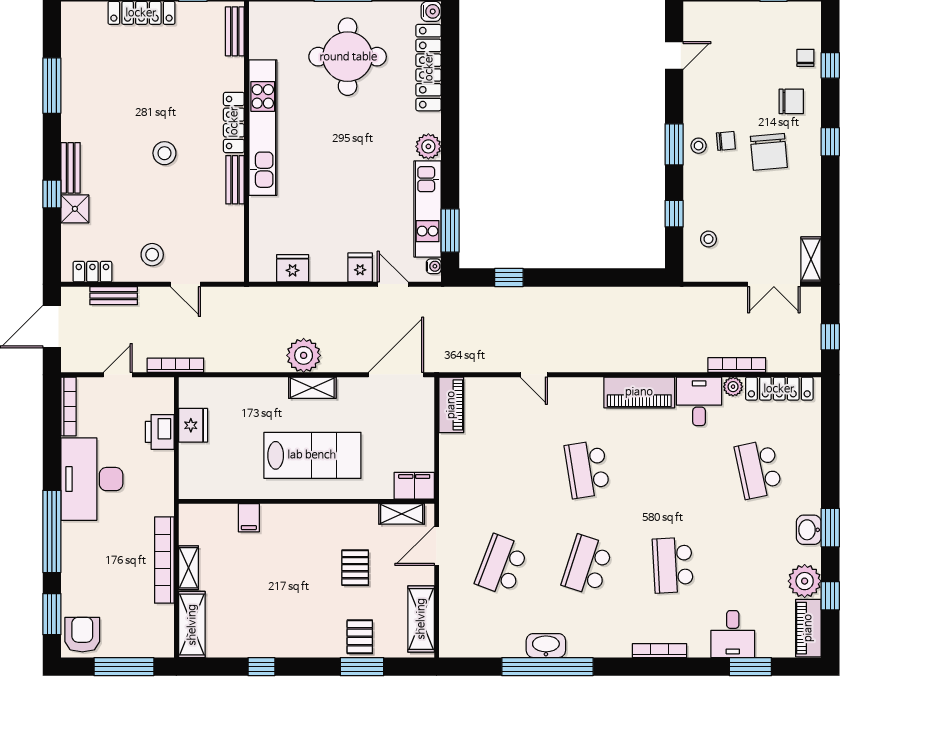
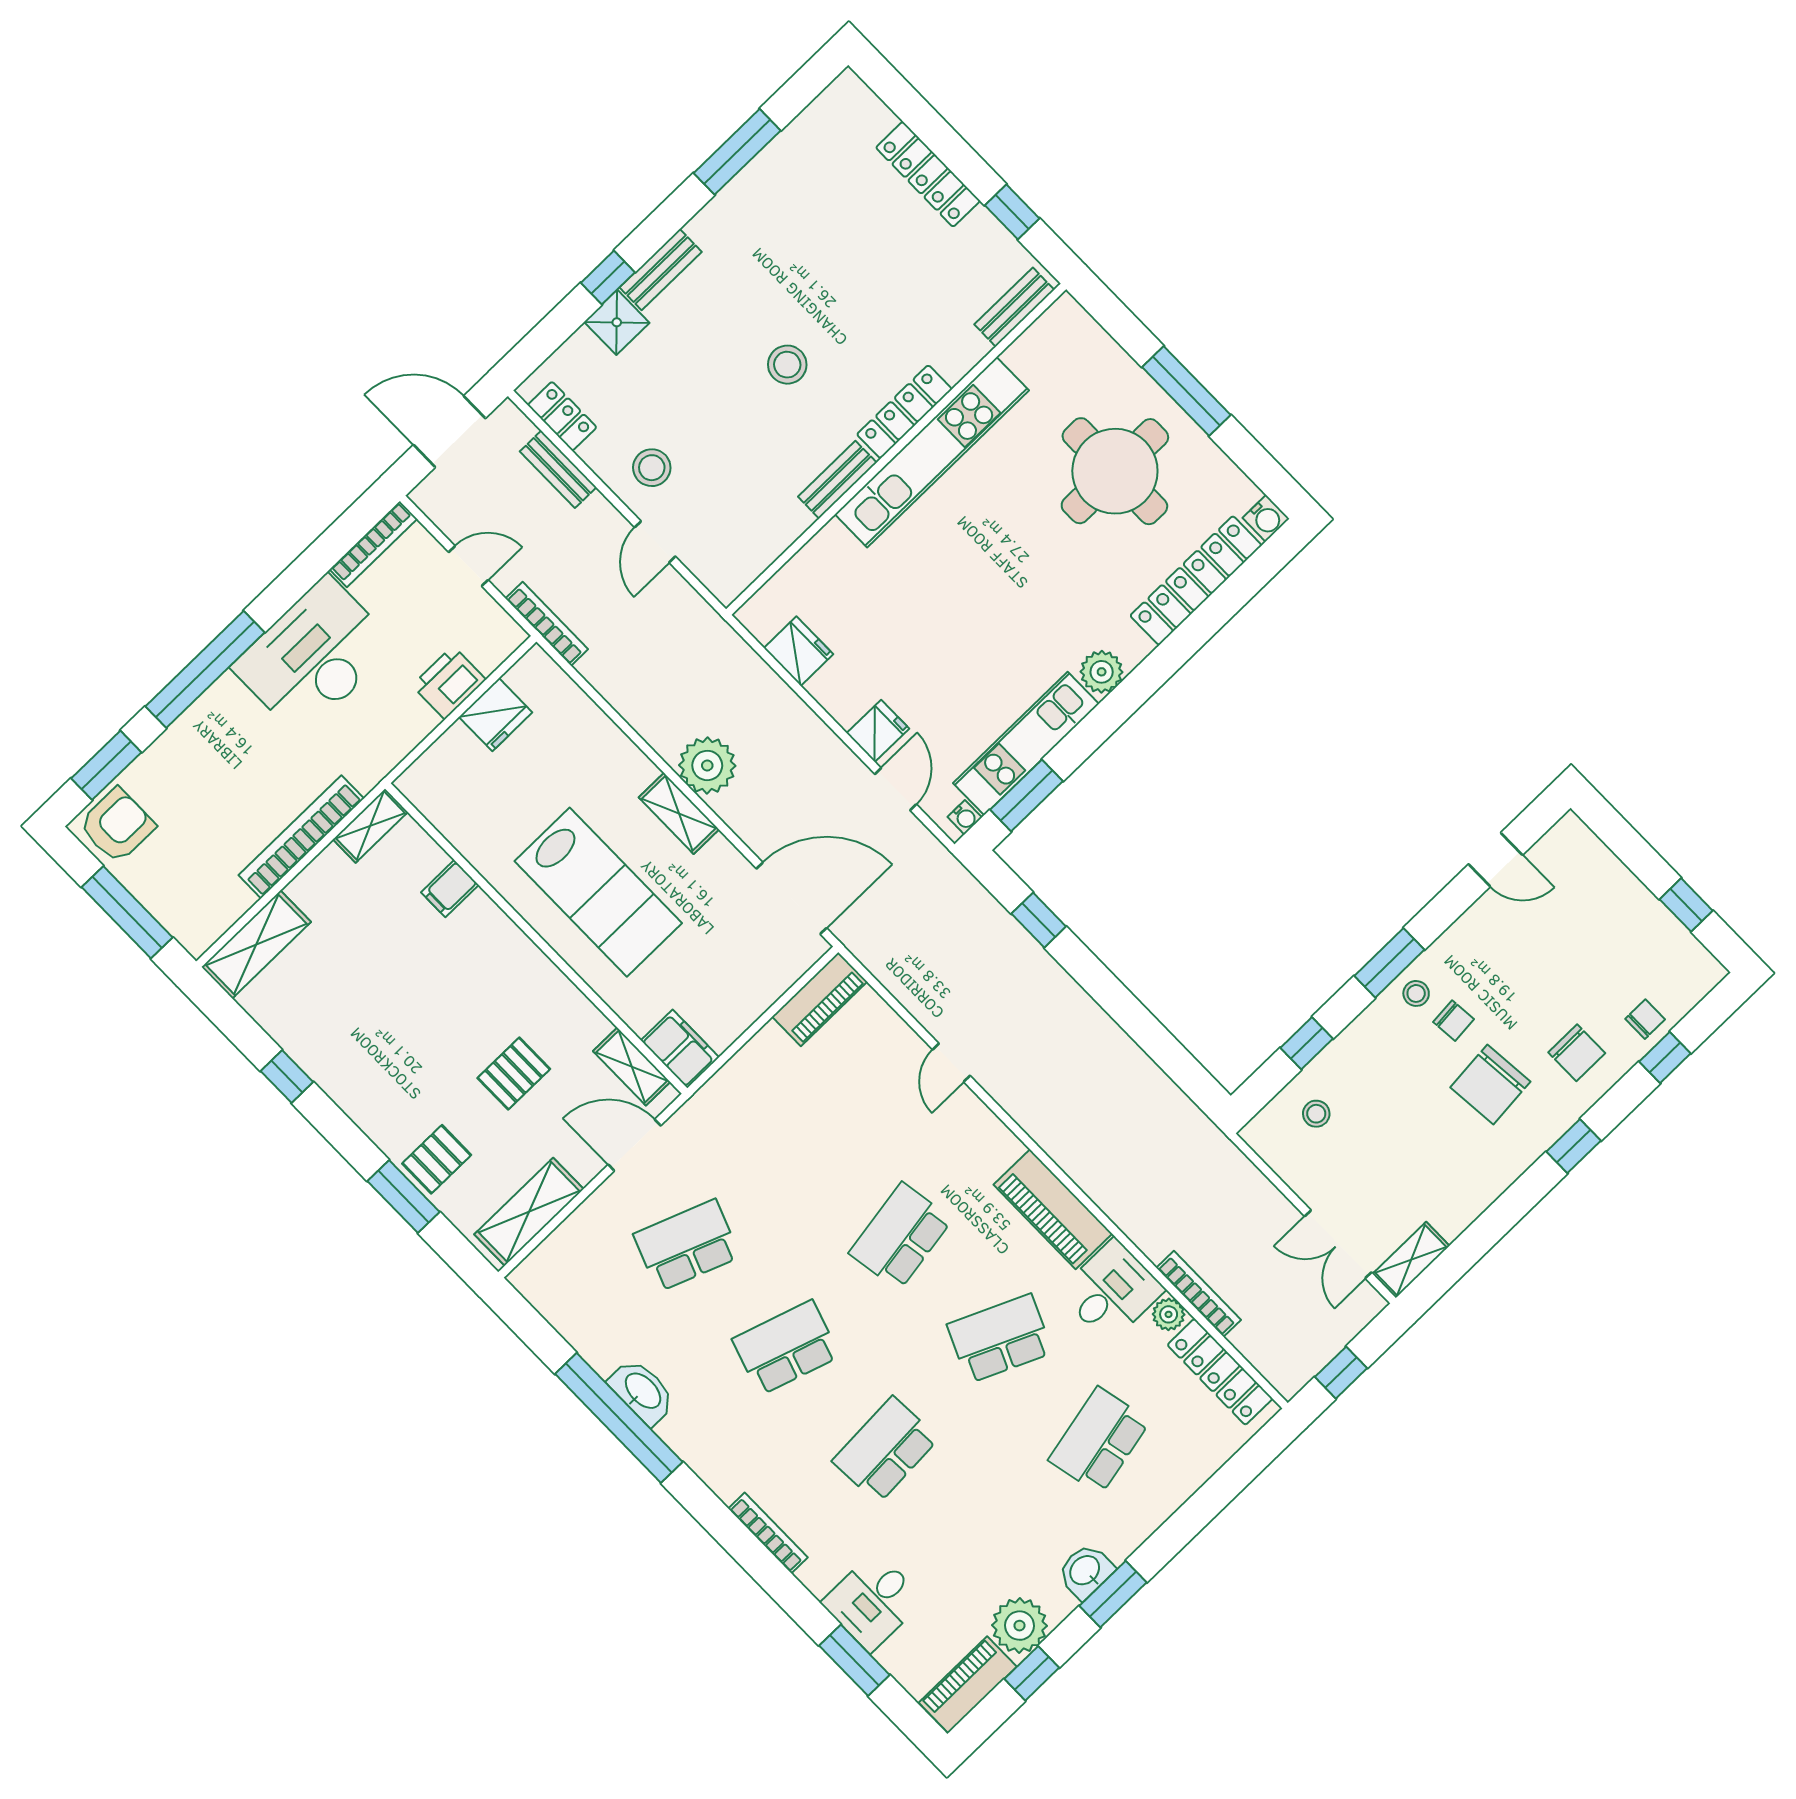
school desk: (673, 469) -> (1000, 1339), added
shelving: (188, 568) -> (370, 826), moved

